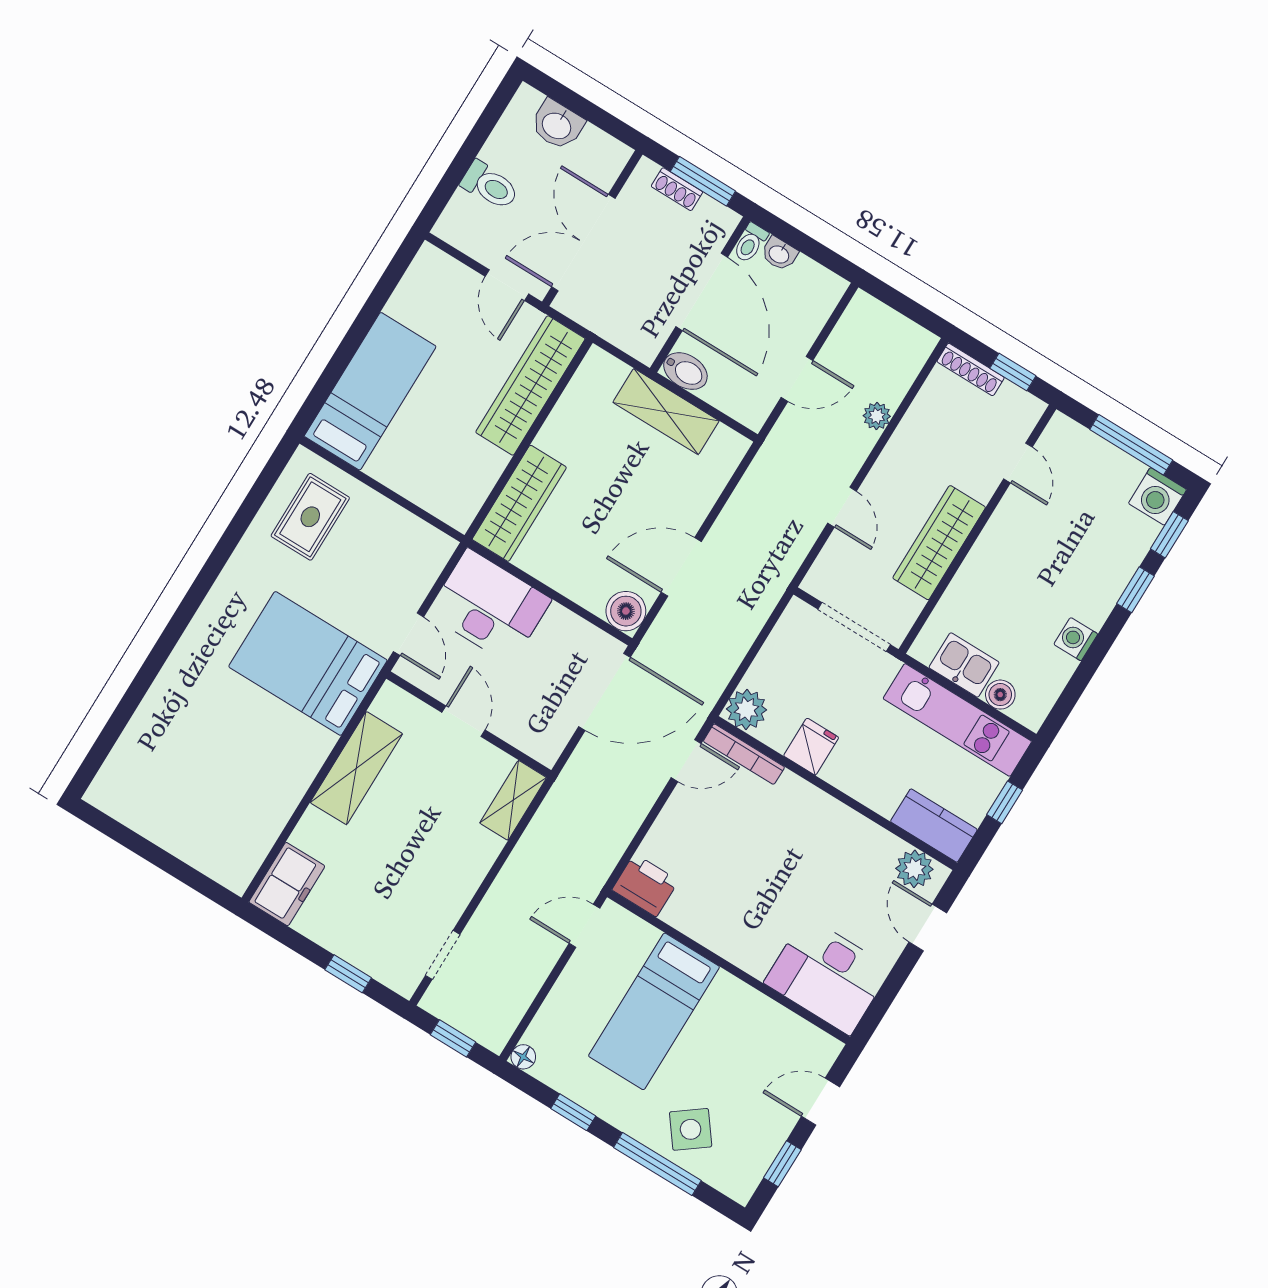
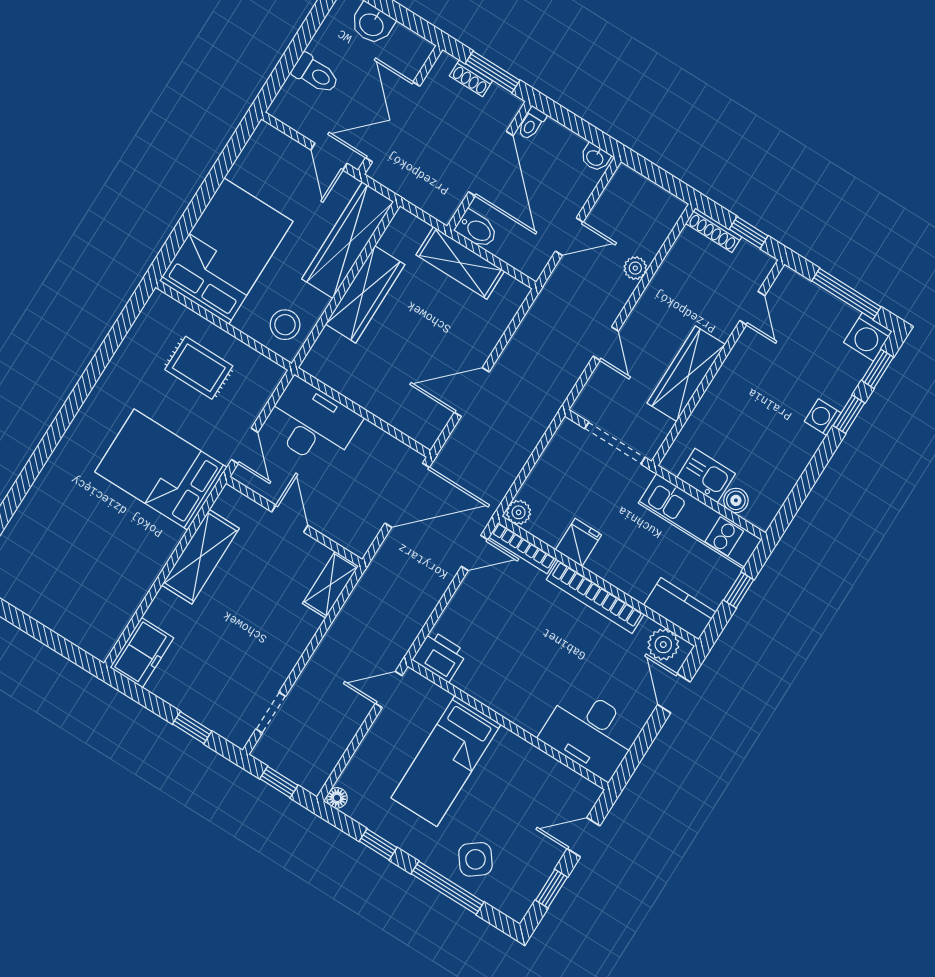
washbasin: (779, 254) -> (595, 158), moved
bed: (370, 391) -> (226, 251), width x1.50
stool: (456, 488) -> (285, 325), added
wardrobe: (519, 503) -> (365, 294), moved
rug: (310, 517) -> (199, 368), moved, turned 90
boiler: (626, 611) -> (425, 428), removed
washing machine: (1076, 639) -> (823, 417), moved
plant: (746, 709) -> (519, 512), width x0.73, depth x0.73
bookcase: (832, 812) -> (595, 597), added

